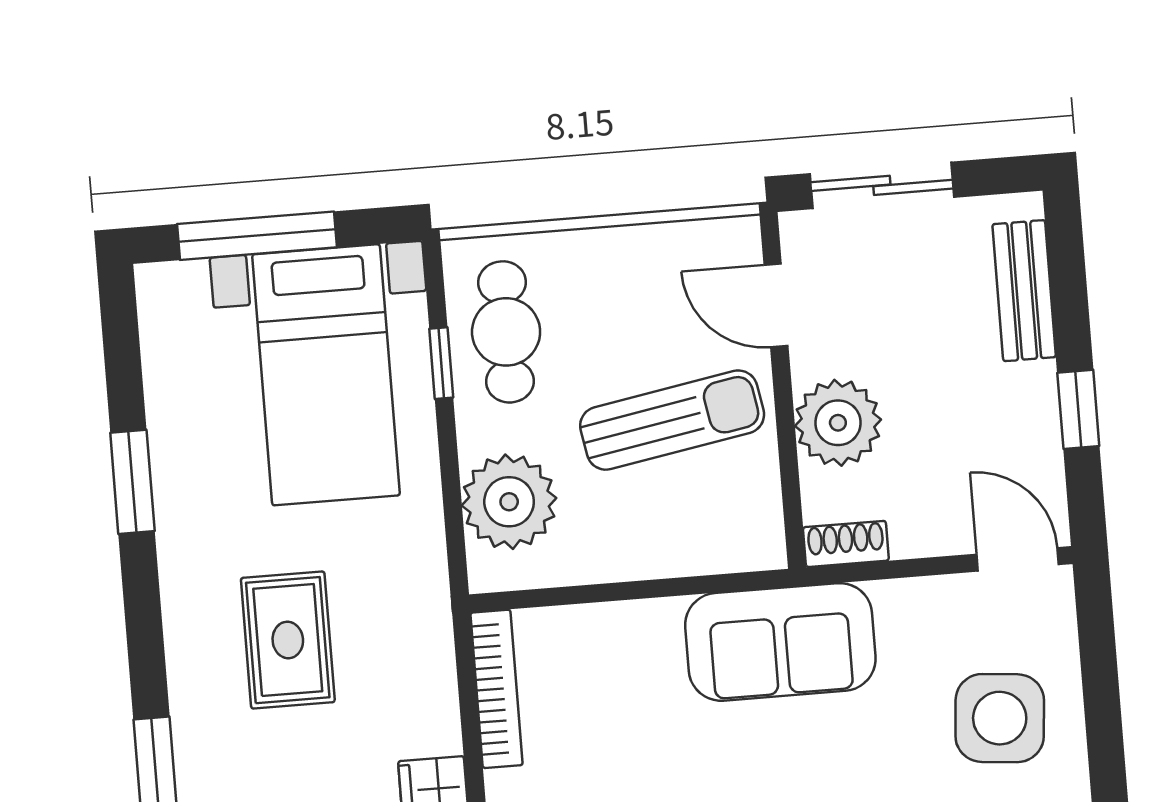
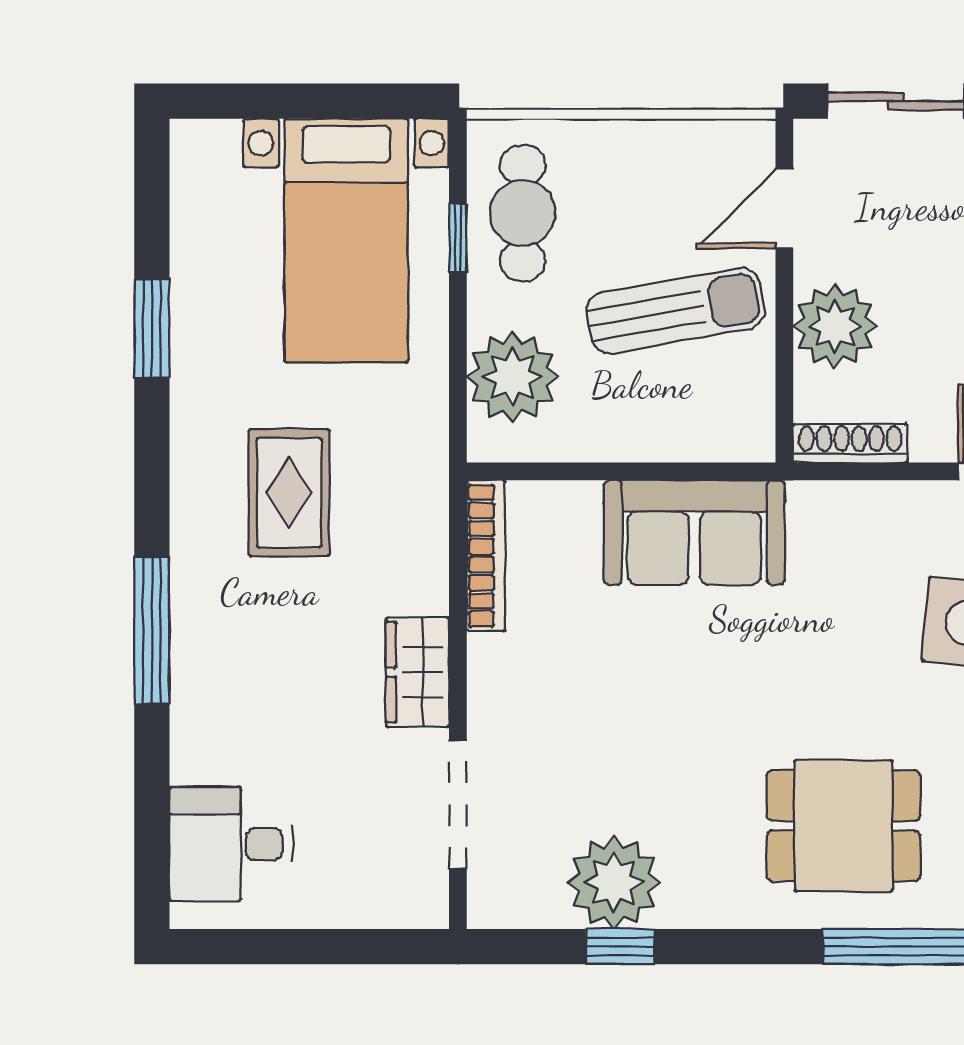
window: (257, 236) -> (291, 101), removed
door: (776, 305) -> (784, 208), hinge flipped
shoe rack: (846, 544) -> (850, 443), width x1.43
sofa: (780, 642) -> (694, 532), moved

